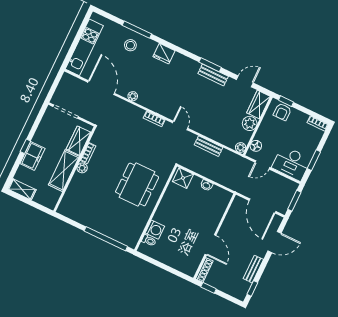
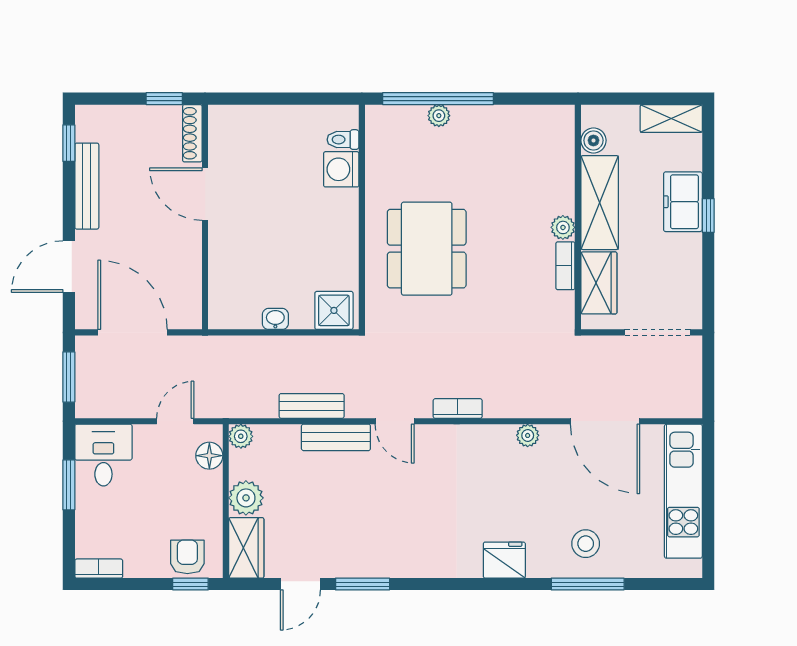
window: (210, 65) -> (363, 584), moved
bench: (213, 75) -> (336, 437), moved
desk: (291, 163) -> (103, 455), width x0.73
boiler: (55, 195) -> (593, 140), added
plant: (109, 232) -> (439, 116), added
bench: (253, 269) -> (87, 186), width x1.36

